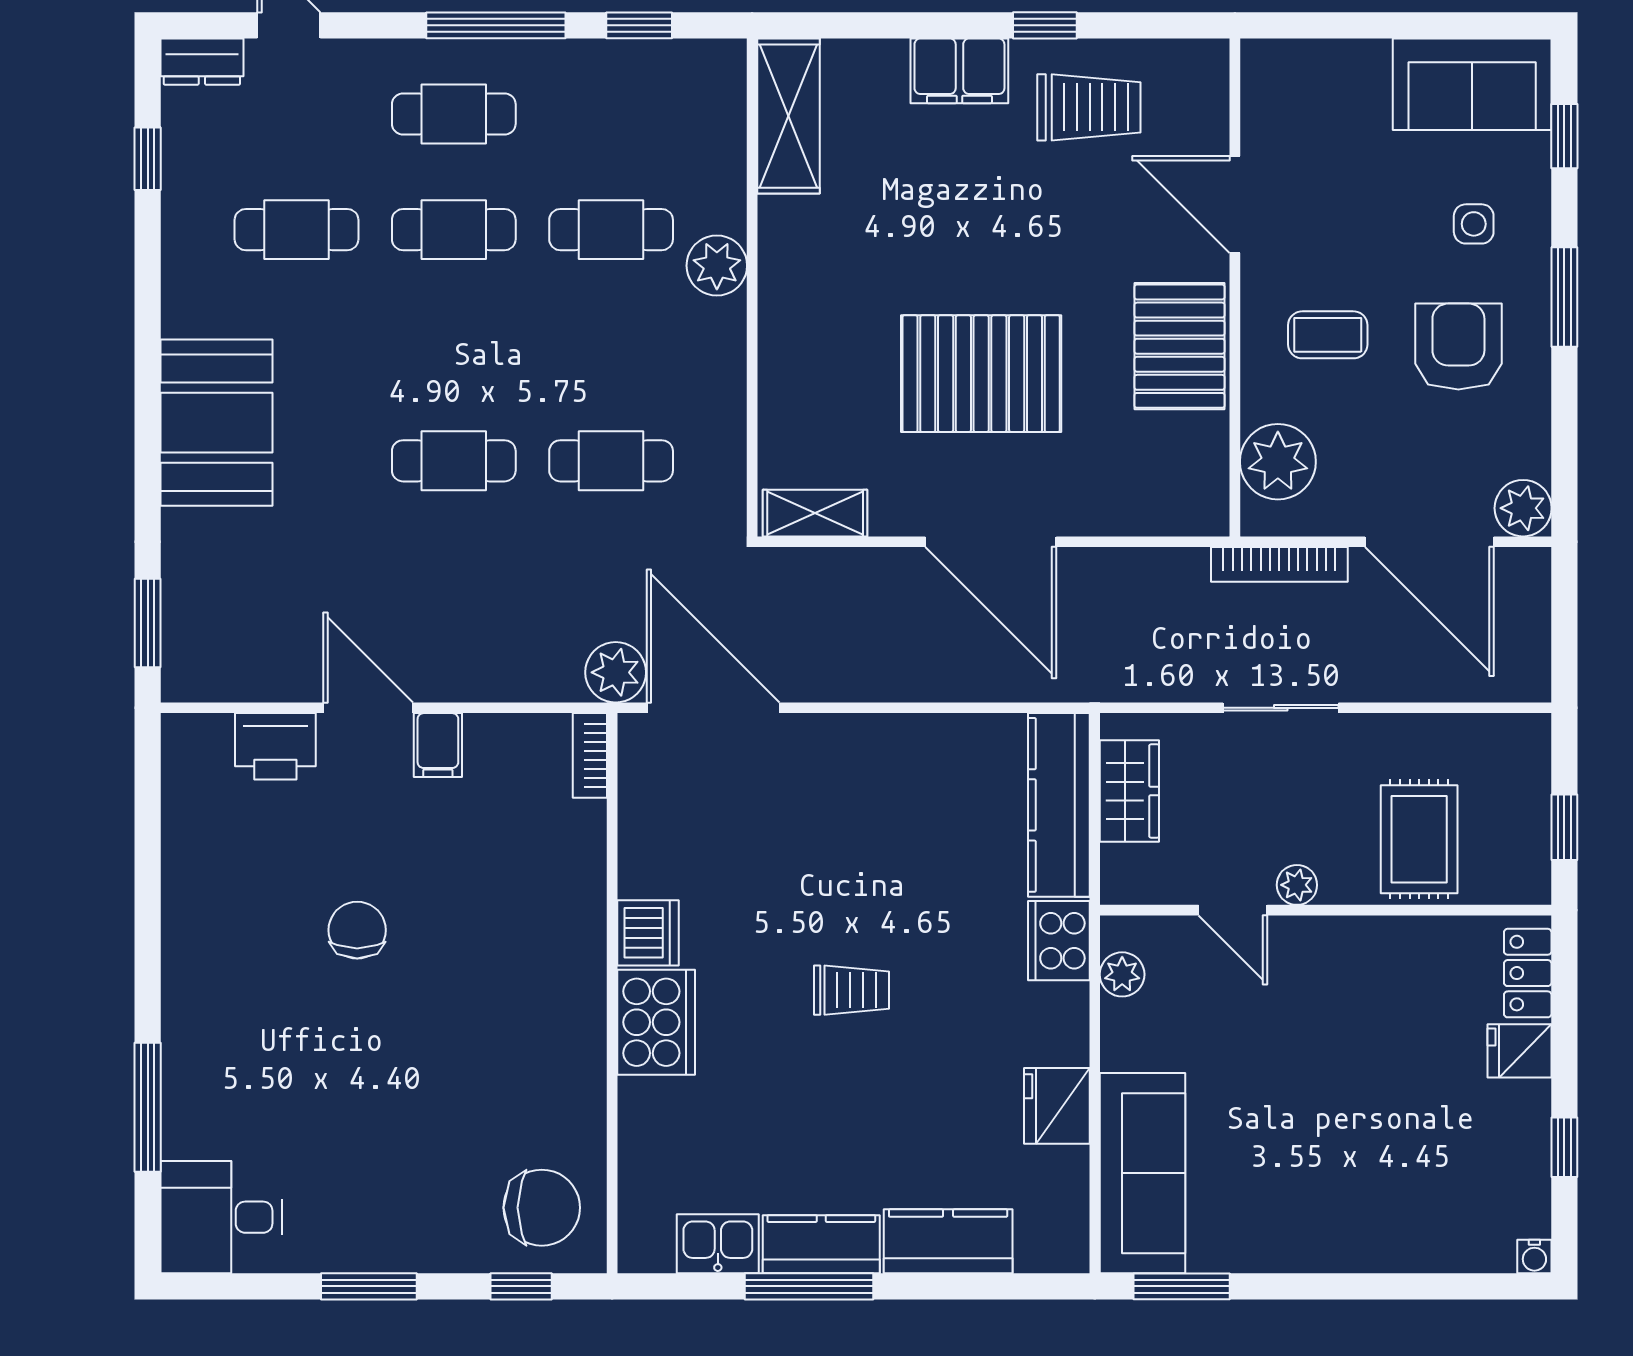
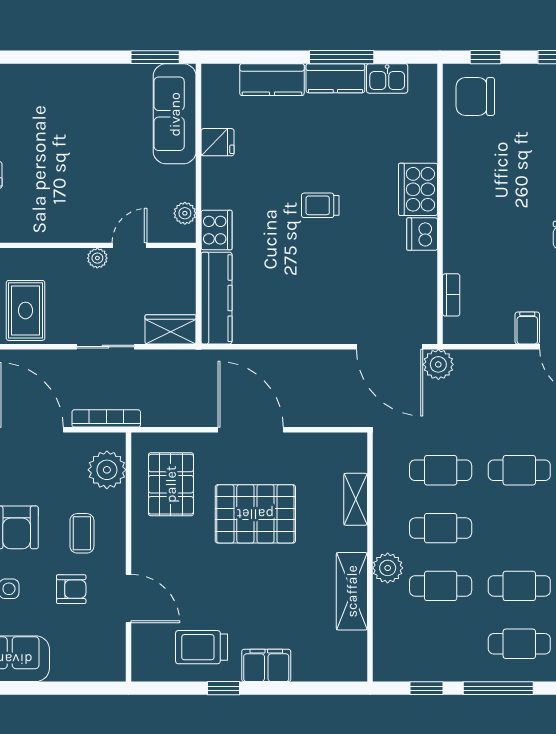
shelving: (788, 116) -> (352, 591), moved
armchair: (1349, 223) -> (71, 589), added
coffee table: (1328, 335) -> (82, 533), turned 90
cafe table: (611, 345) -> (441, 528), added
pallet: (1180, 346) -> (171, 484), moved
shelving: (815, 513) -> (356, 499), moved, turned 90
bookcase: (590, 755) -> (451, 295), moved
wardrobe: (1129, 791) -> (171, 329), moved, turned 90
rug: (1419, 839) -> (25, 310), moved
door: (1233, 910) -> (129, 245), hinge flipped
fridge: (1057, 1106) -> (218, 142), width x0.72

